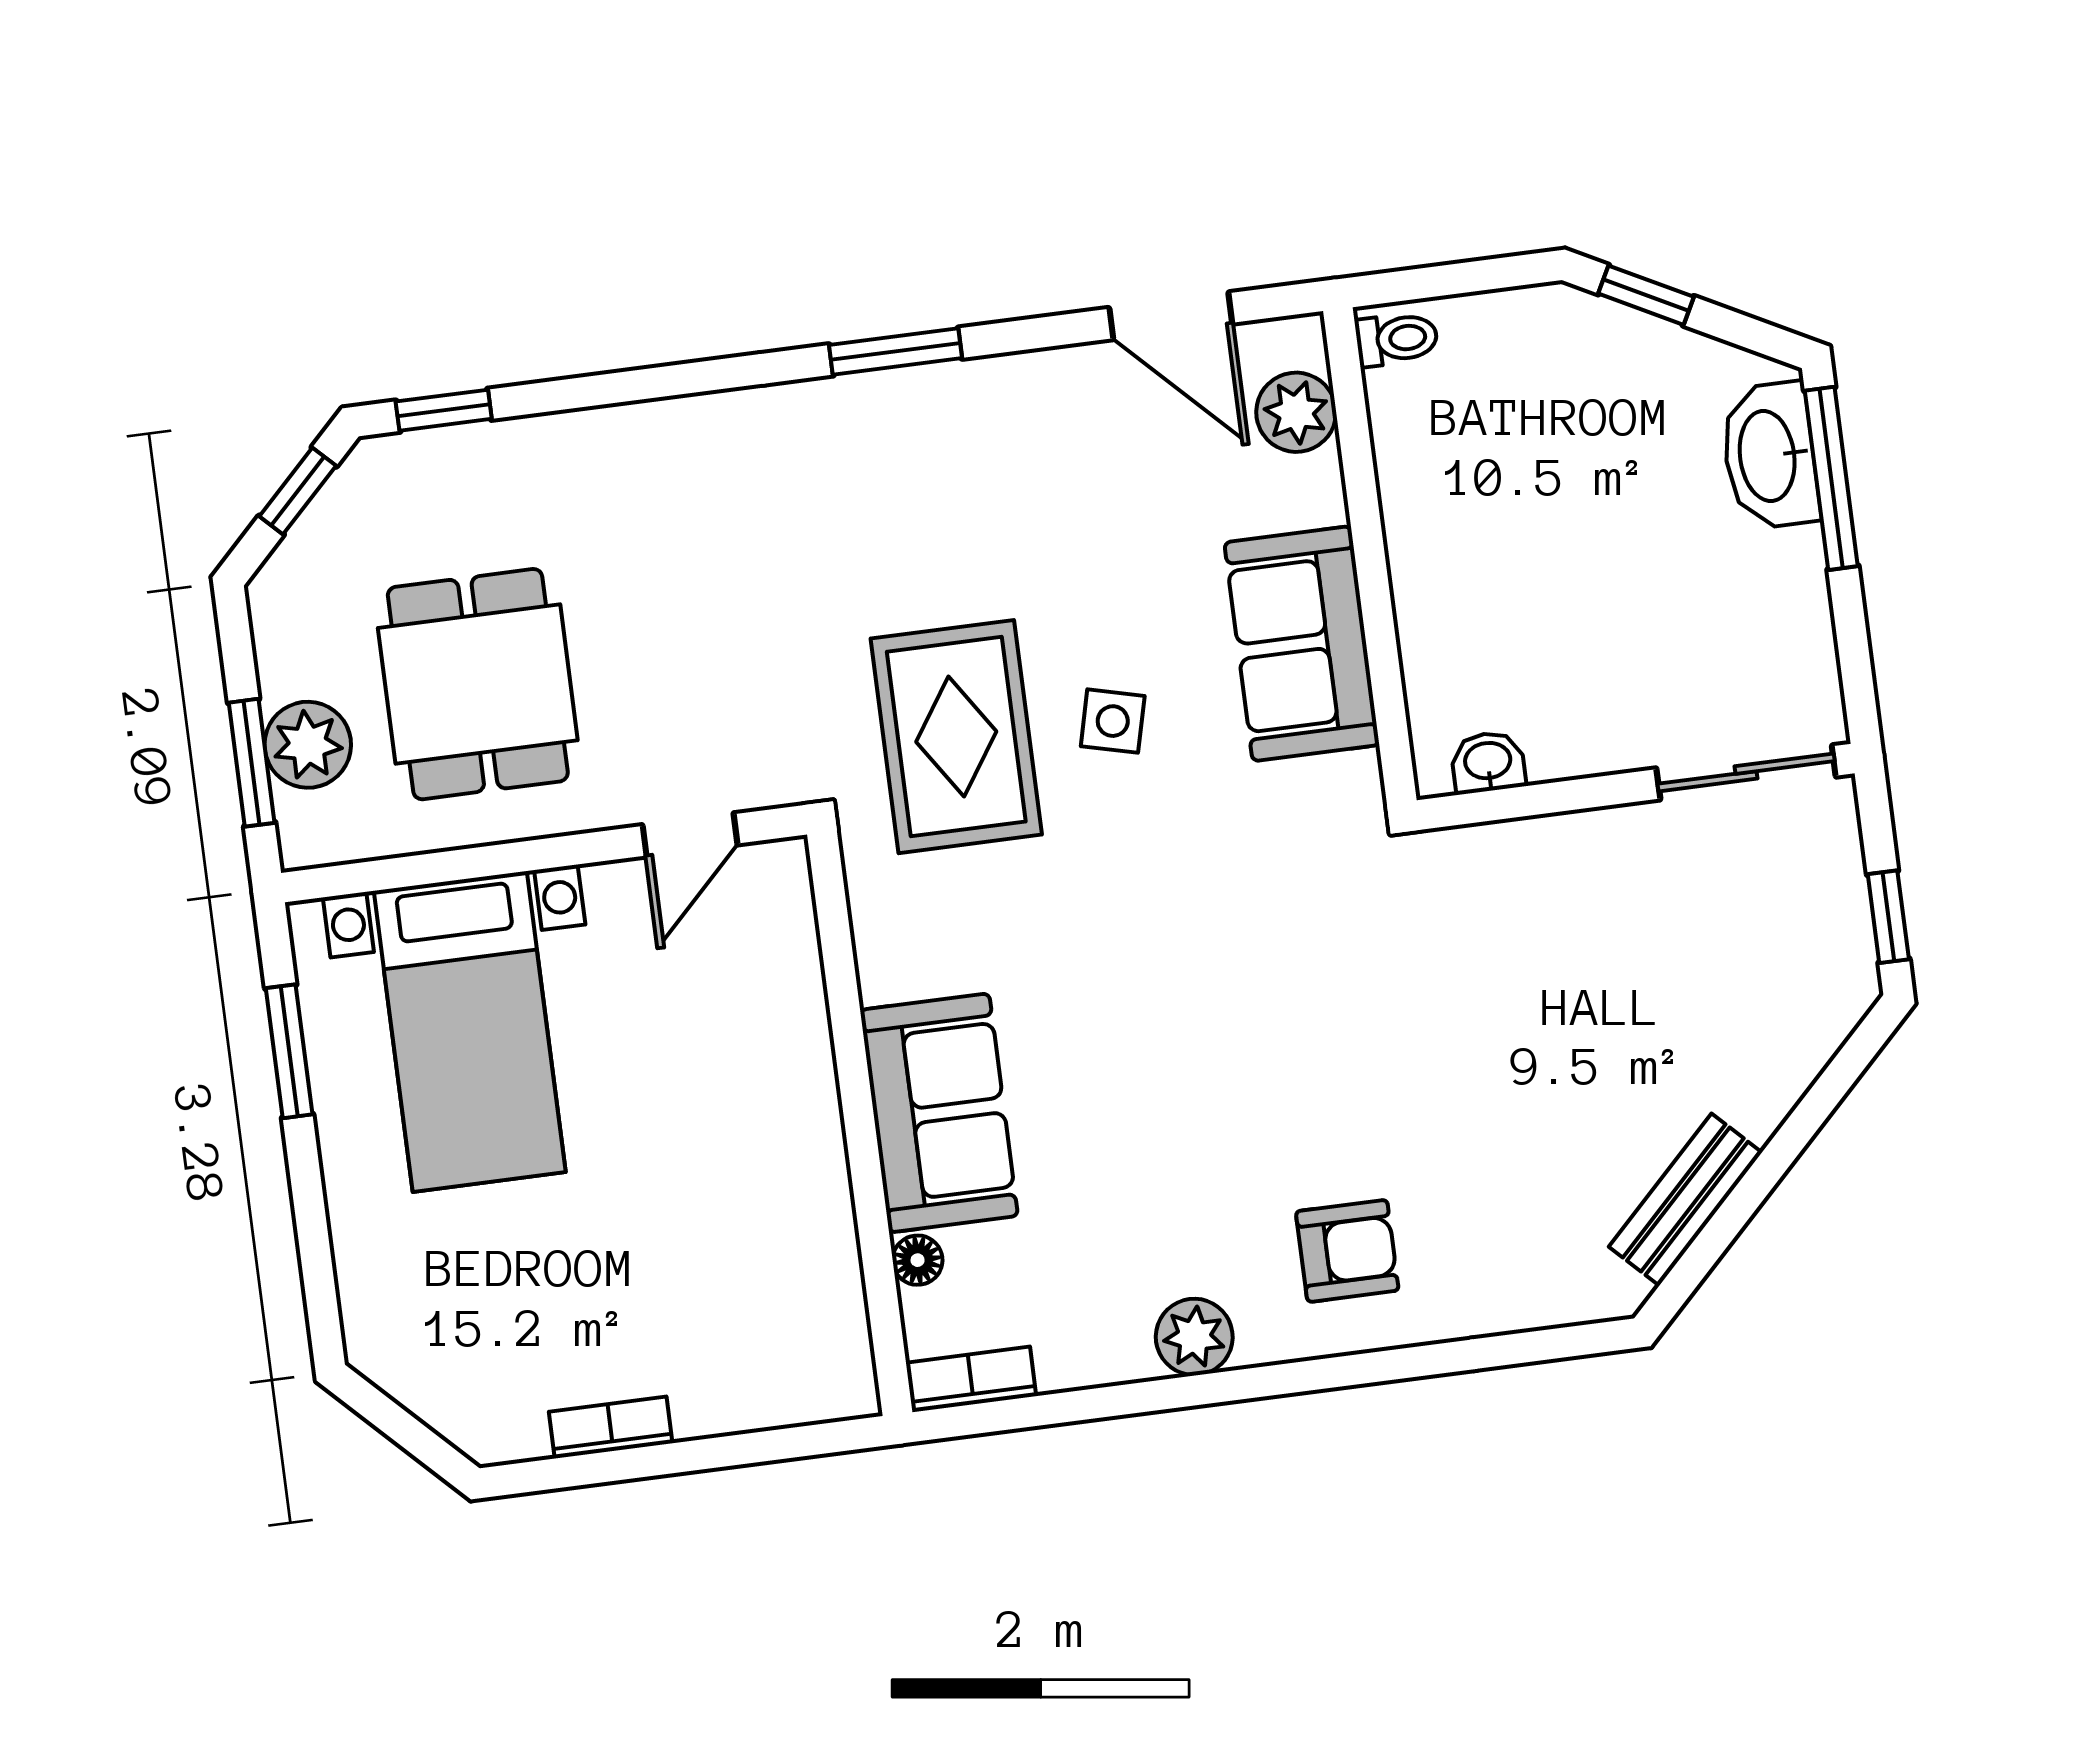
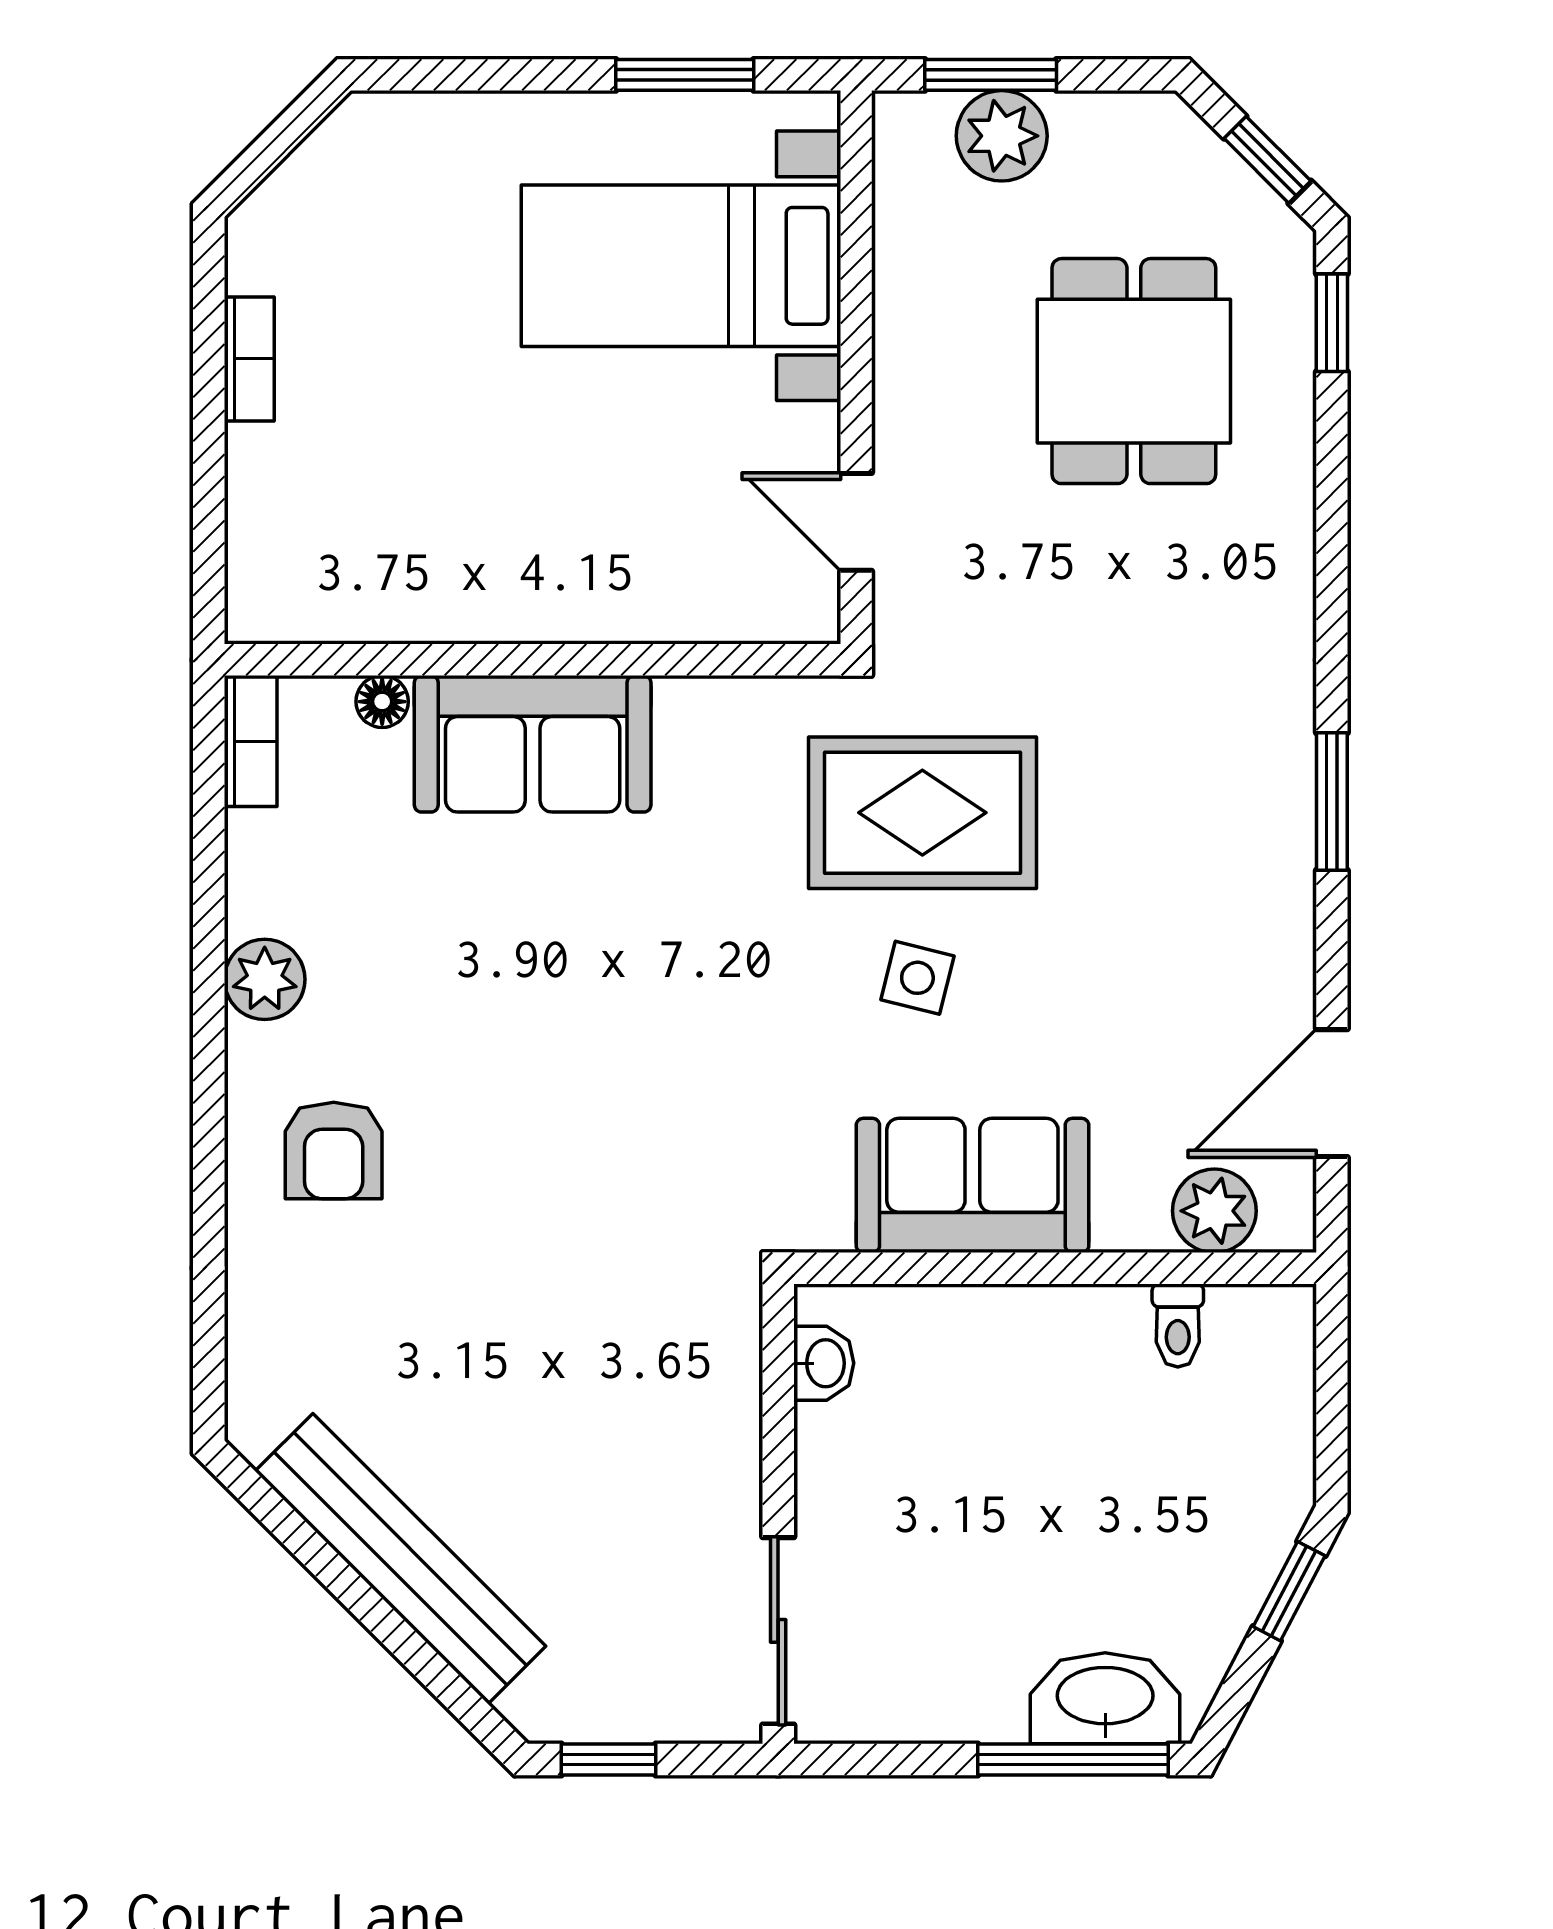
toilet: (1397, 339) -> (1178, 1325), moved
dining table: (478, 684) -> (1134, 371), moved, turned 90
bench: (1685, 1200) -> (400, 1559), width x1.86, depth x1.21

